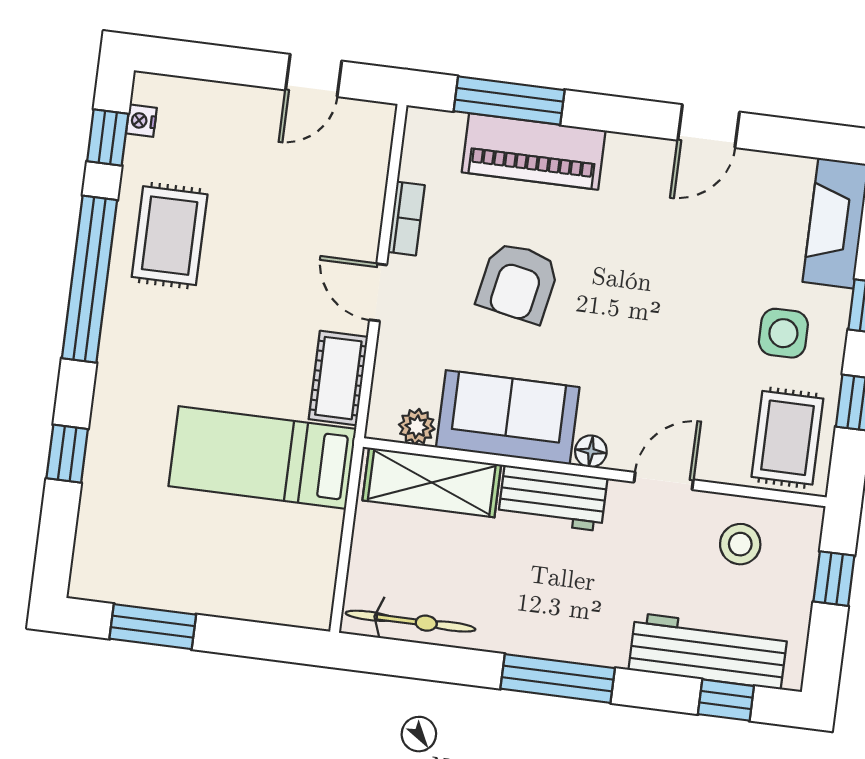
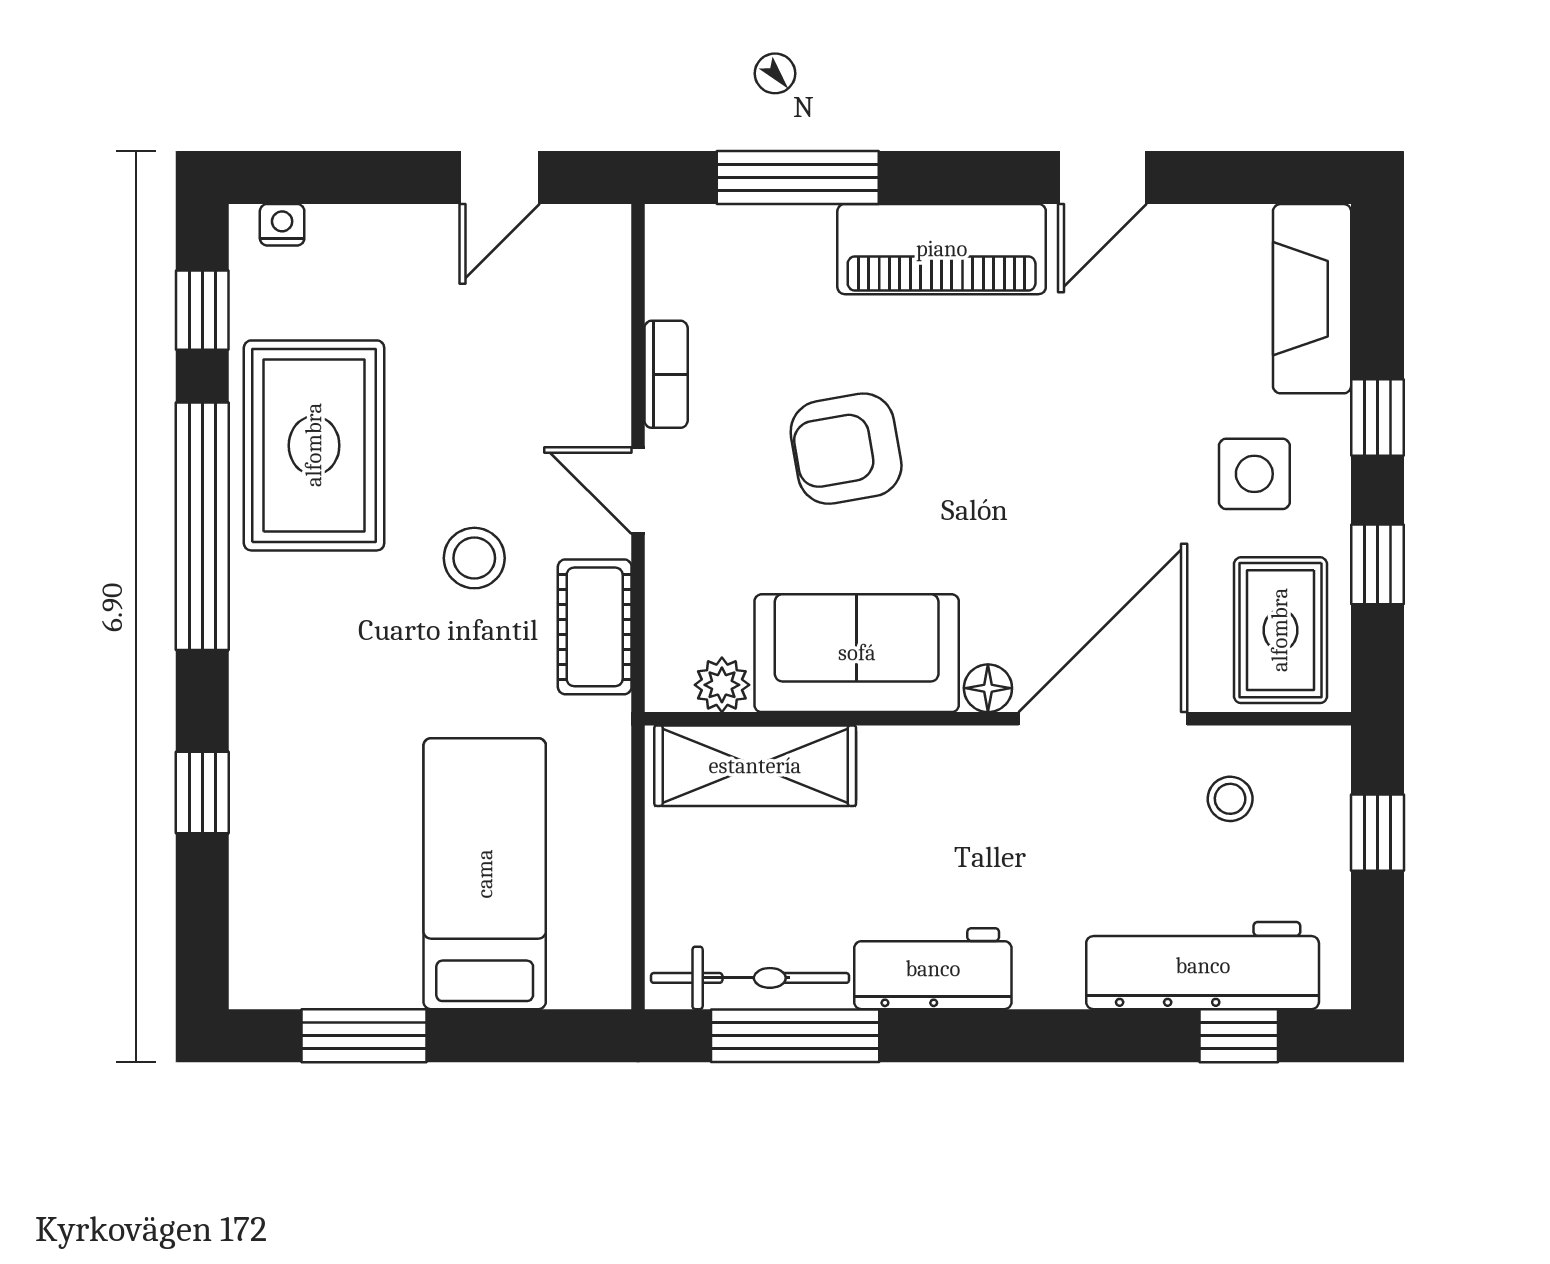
nightstand: (141, 121) -> (282, 225), moved, turned 90
piano: (534, 151) -> (942, 249), moved
rug: (170, 236) -> (314, 445), width x1.36, depth x1.43
armchair: (518, 282) -> (846, 449), turned 69
stool: (265, 323) -> (474, 558), added
bed: (262, 457) -> (485, 874), moved, turned 90
door: (664, 481) -> (1103, 719), width x1.87
workbench: (553, 498) -> (933, 969), moved, turned 180
stool: (740, 544) -> (1230, 799), width x0.73, depth x0.73
window: (558, 678) -> (795, 1036), moved

